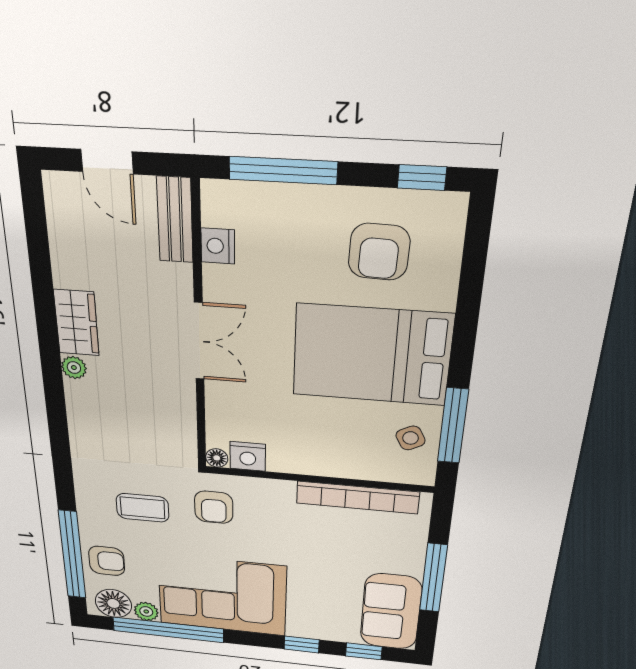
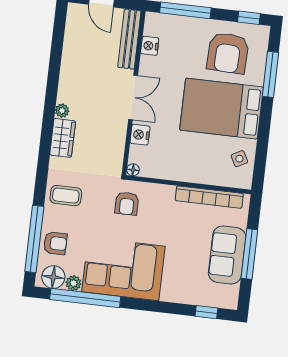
bench: (175, 220) -> (129, 39), width x1.36
armchair: (379, 252) -> (228, 53), width x1.36, depth x1.36
wardrobe: (76, 323) -> (63, 138), moved
window: (453, 426) -> (270, 74), moved
nightstand: (248, 456) -> (140, 135), moved, turned 90
coffee table: (143, 508) -> (66, 196), moved
sofa: (391, 612) -> (227, 255), moved
window: (302, 644) -> (169, 308), removed

